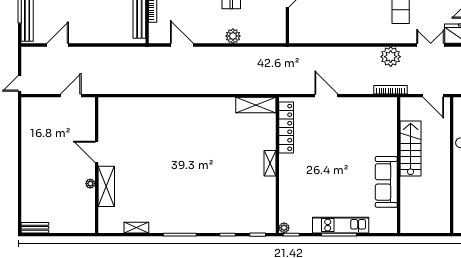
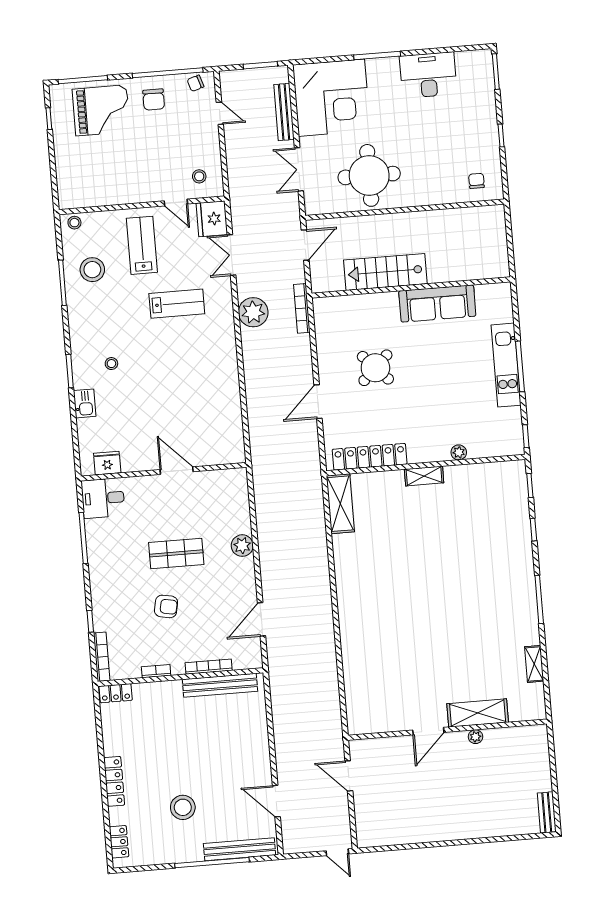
round table: (346, 136) -> (375, 368), added
plant: (284, 228) -> (459, 452), moved

